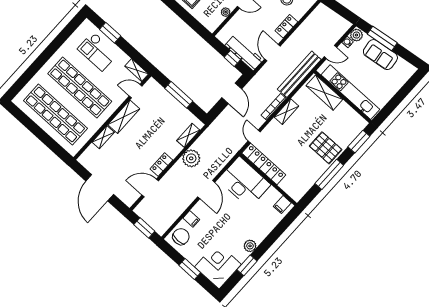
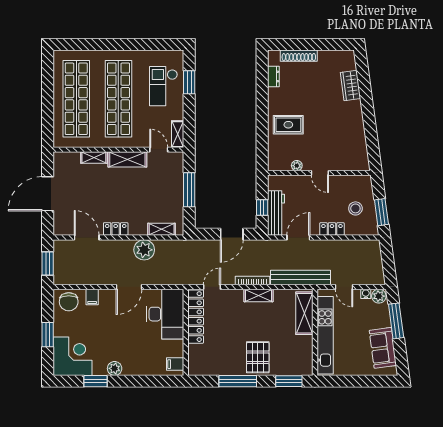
sofa: (380, 55) -> (383, 348), moved
chair: (181, 237) -> (69, 302), turned 90

